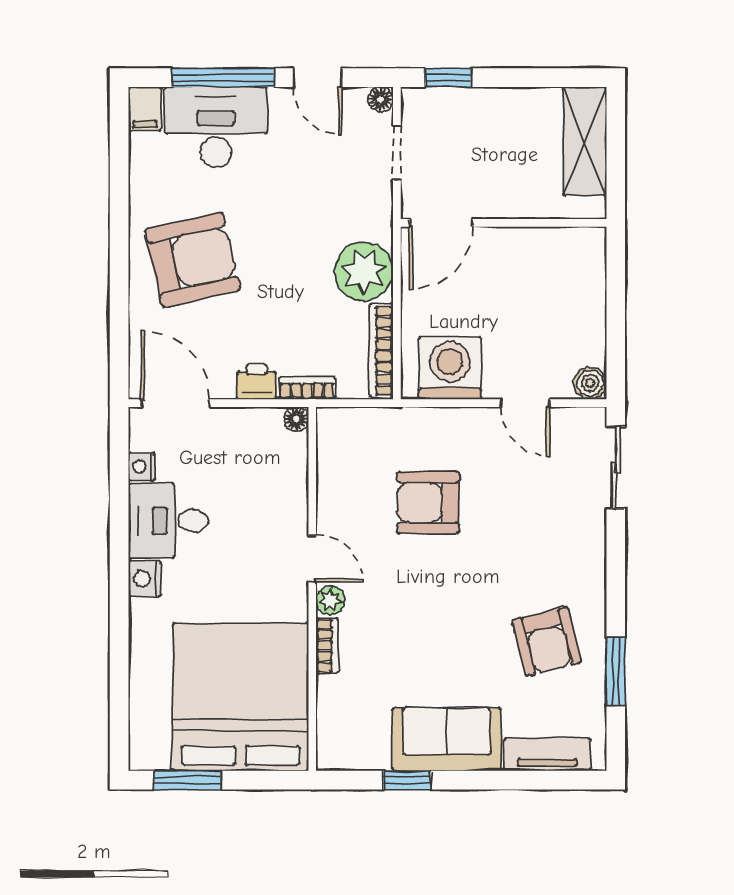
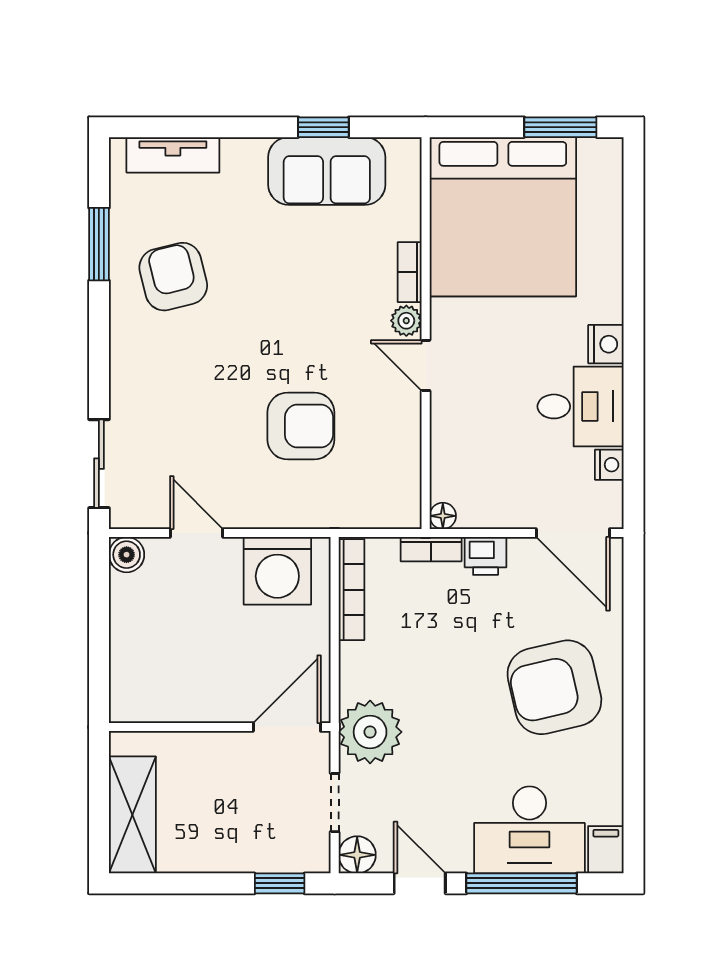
floor lamp: (381, 99) -> (357, 855), width x1.37, depth x1.37
plant: (364, 271) -> (370, 732), moved
sofa: (447, 739) -> (327, 171), moved

